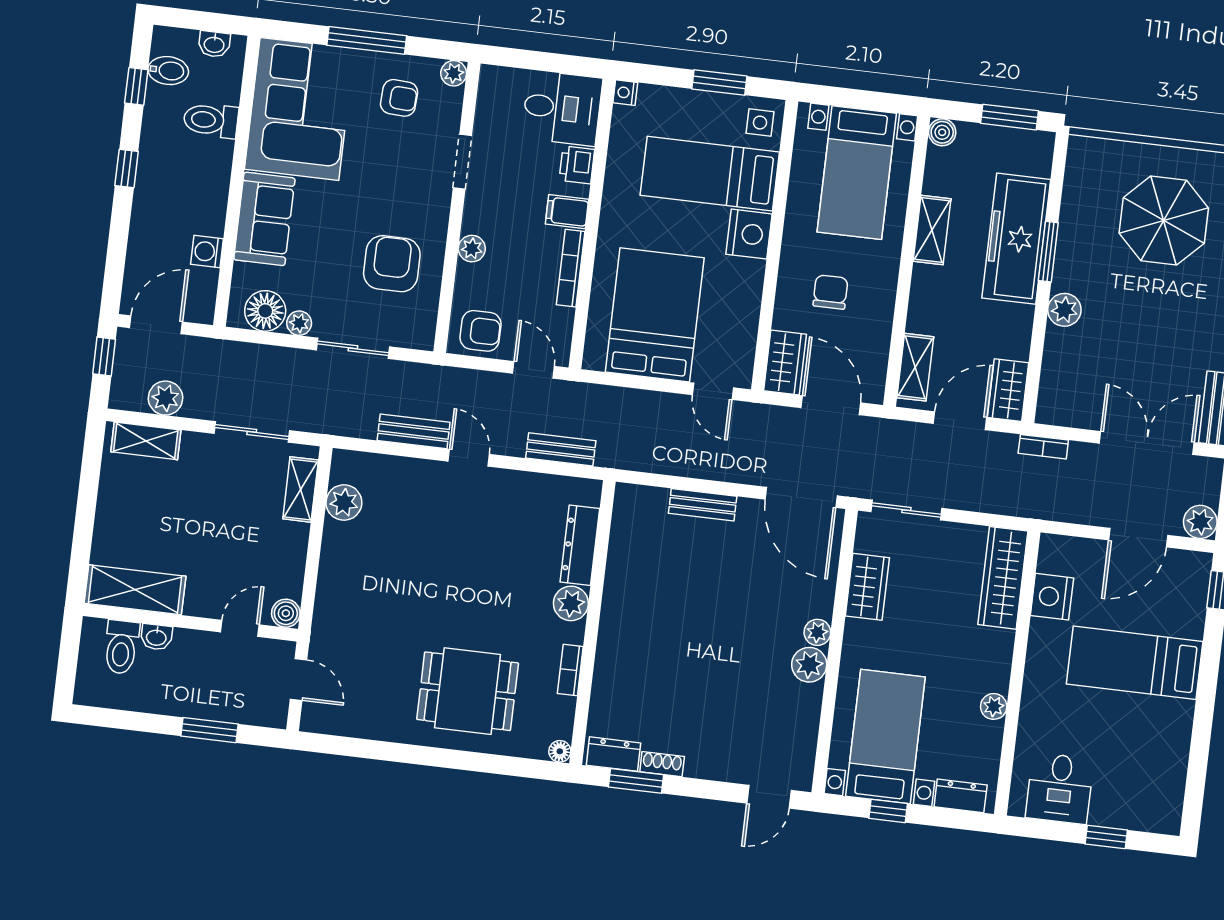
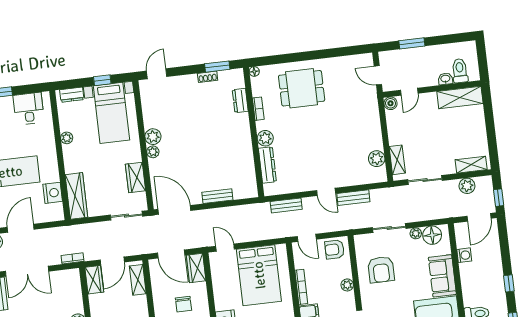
dresser: (613, 754) -> (240, 101), moved, turned 90

